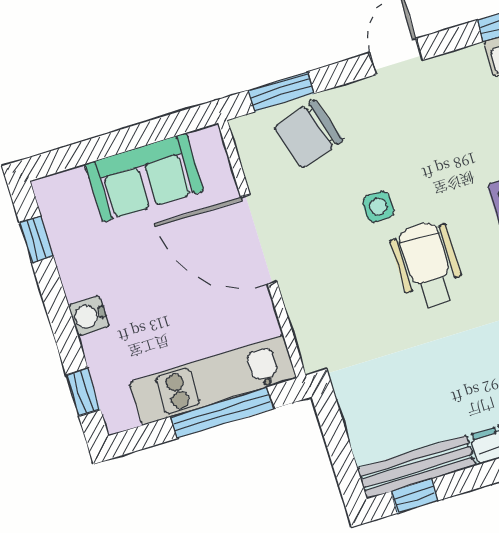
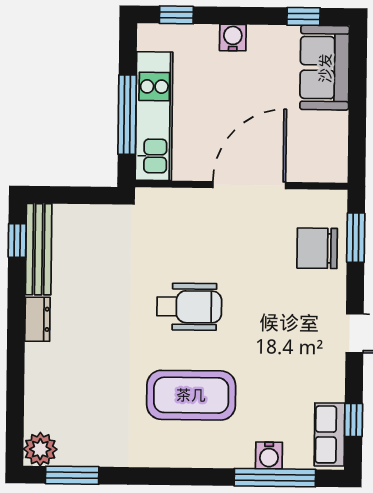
chair: (308, 134) -> (317, 248), turned -72
sofa: (144, 178) -> (325, 68), moved
side table: (378, 207) -> (245, 283), removed

